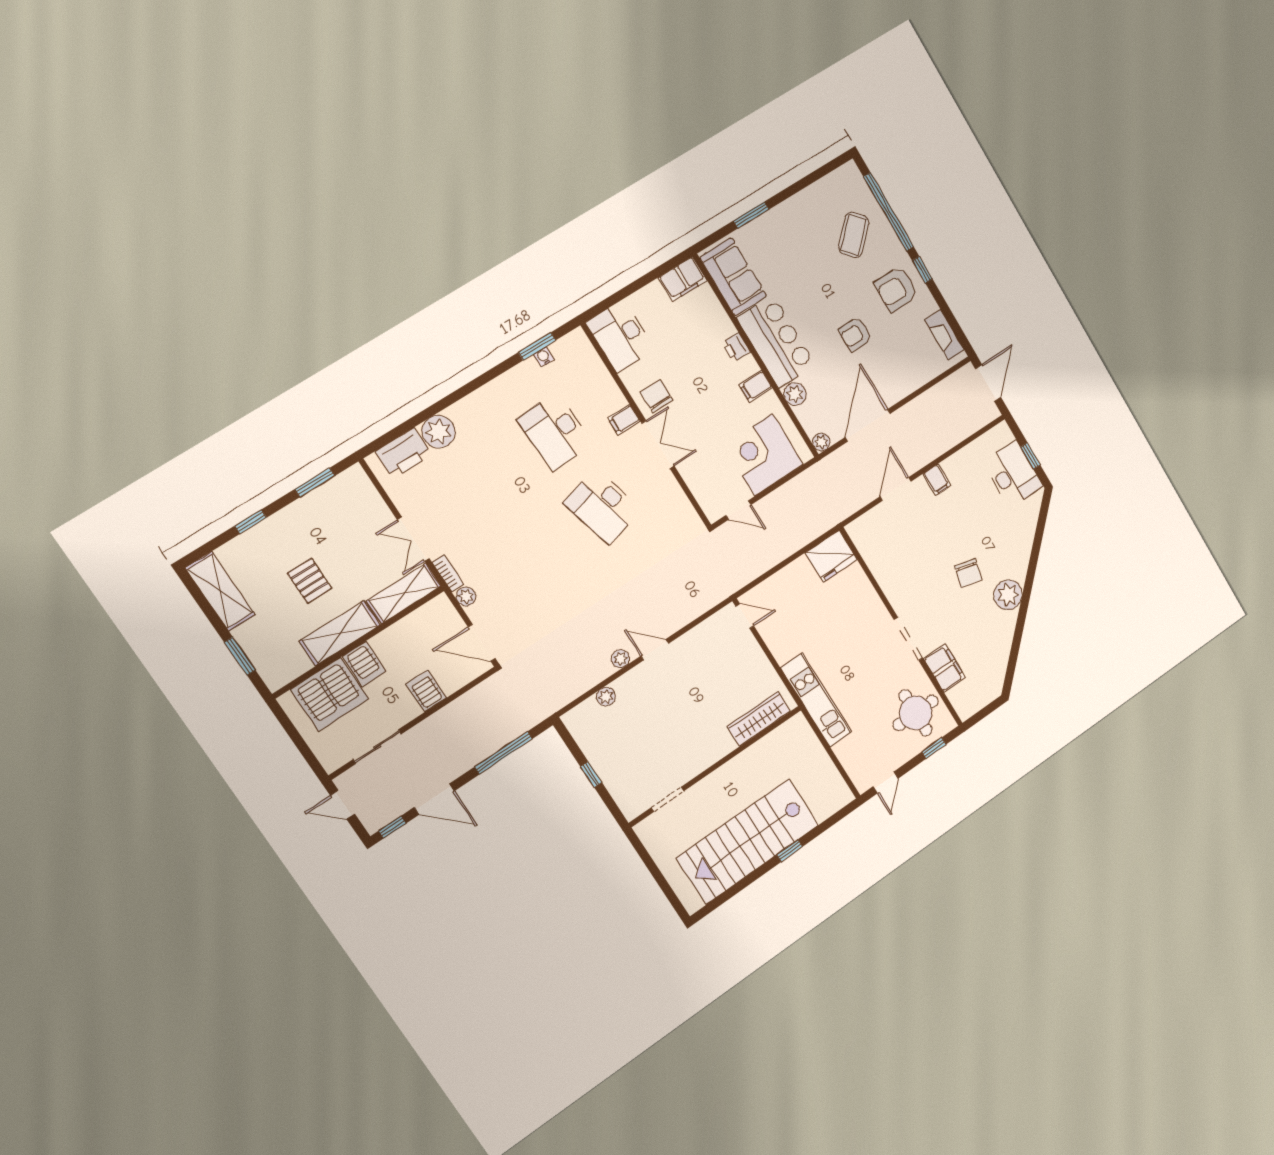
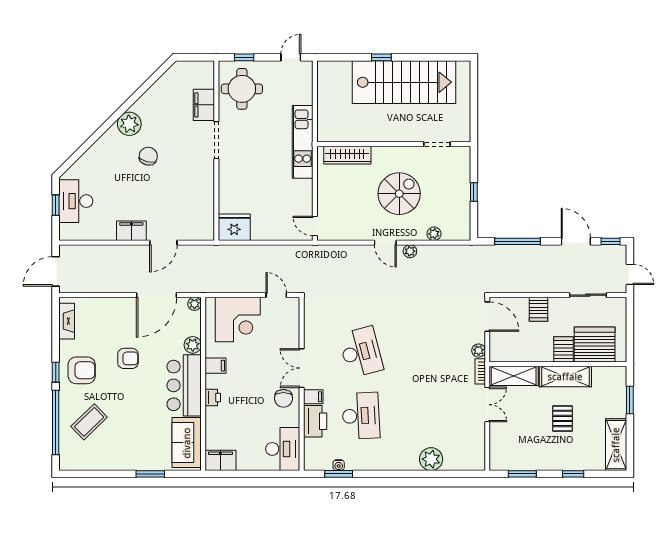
printer: (404, 453) -> (315, 421), moved, turned 90
filing cabinet: (937, 480) -> (131, 231), width x2.00
spiral stairs: (674, 715) -> (399, 194), added

